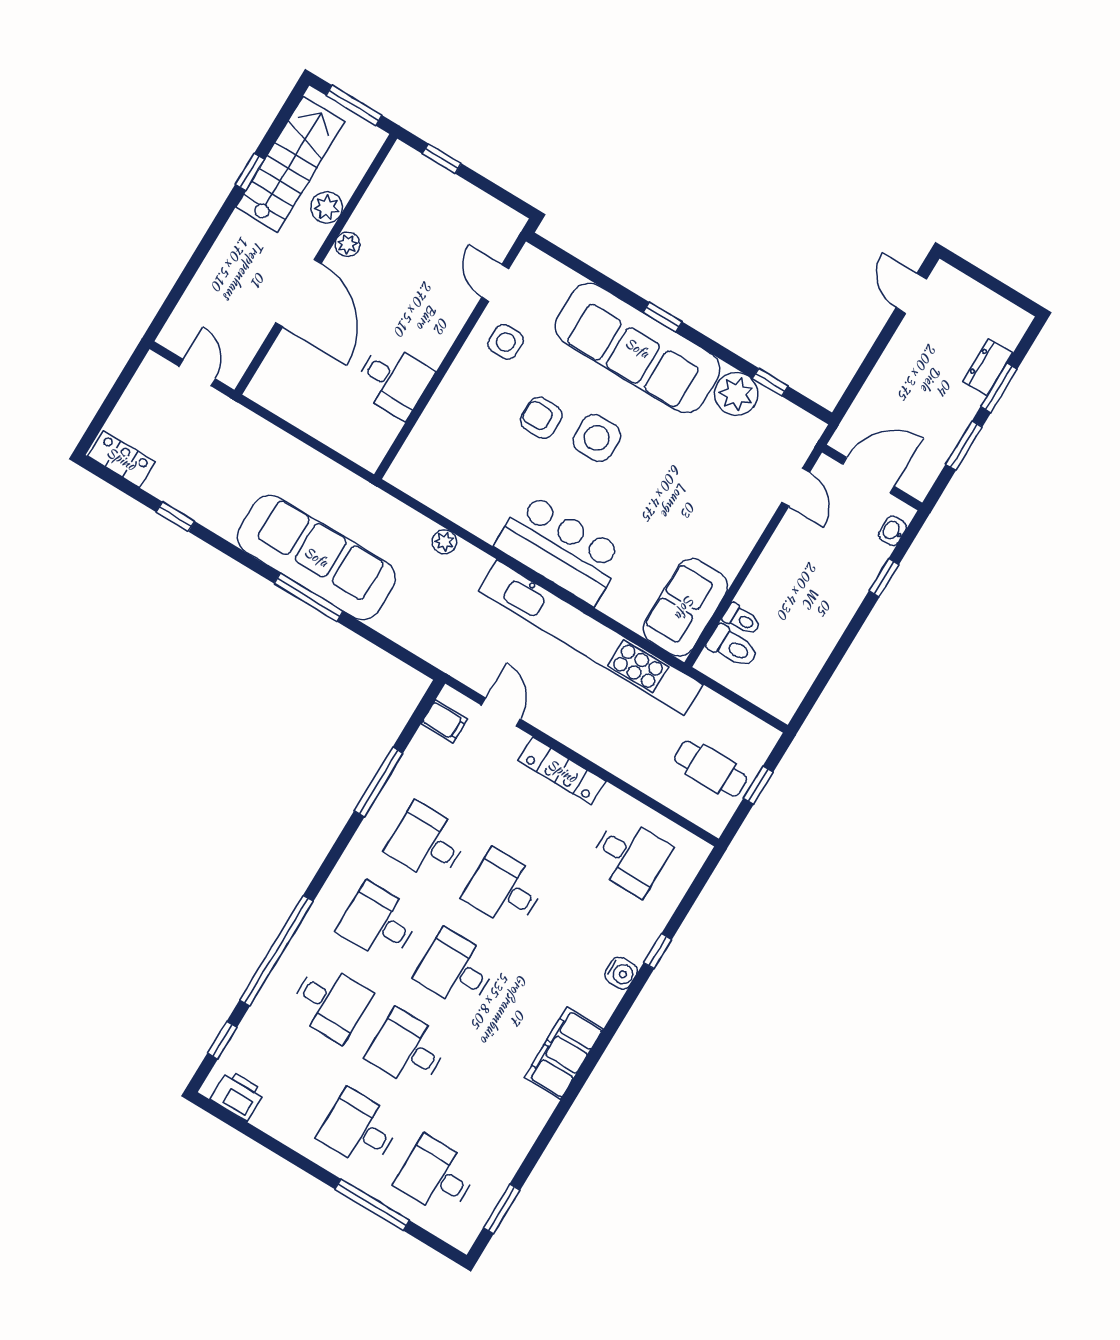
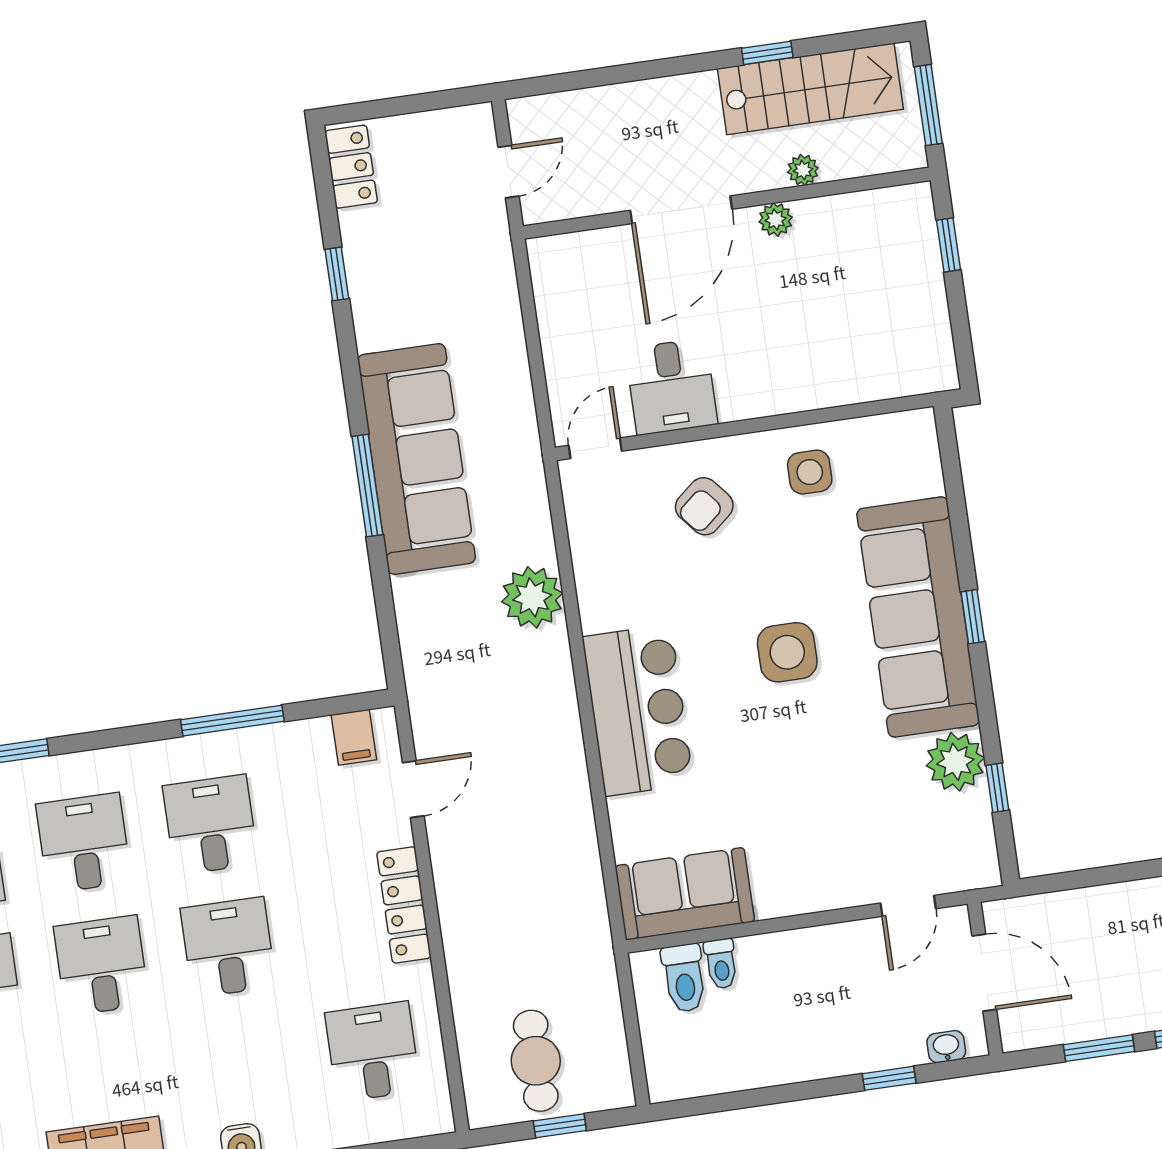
plant: (327, 207) -> (803, 170), width x0.73, depth x0.73
door: (495, 283) -> (595, 448), moved
armchair: (541, 418) -> (704, 506), moved, turned -130
plant: (444, 542) -> (532, 597), width x1.88, depth x1.88
kitchen unit: (591, 638) -> (570, 820), removed
desk: (630, 856) -> (373, 1052), turned 180

